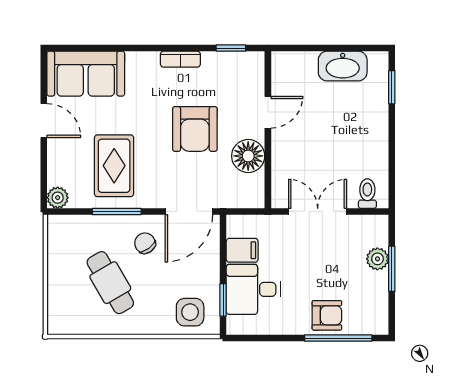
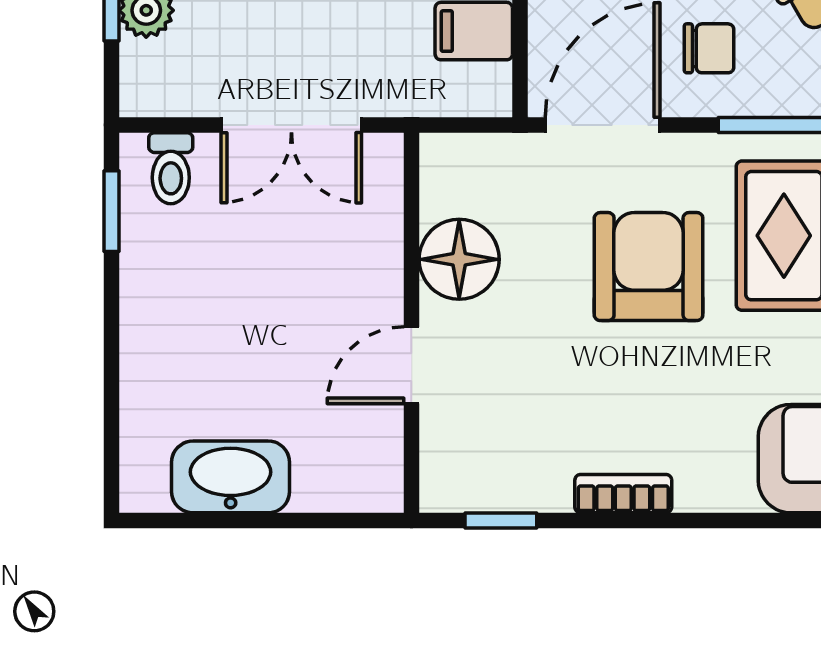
window: (392, 87) -> (112, 211), moved
armchair: (195, 129) -> (649, 267), moved
chair: (145, 243) -> (709, 48), turned -53

